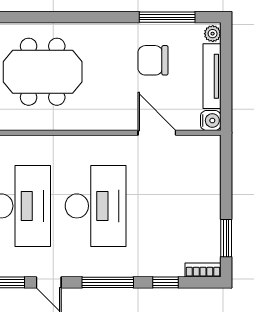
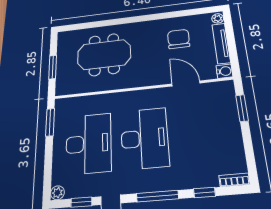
window: (167, 17) -> (185, 13), removed
chair: (153, 60) -> (179, 39), turned 90
window: (226, 238) -> (242, 108), moved

